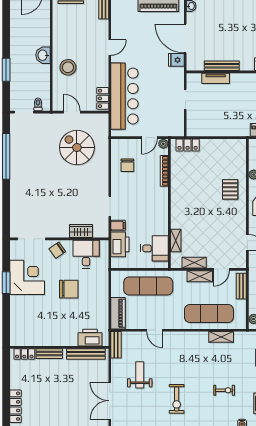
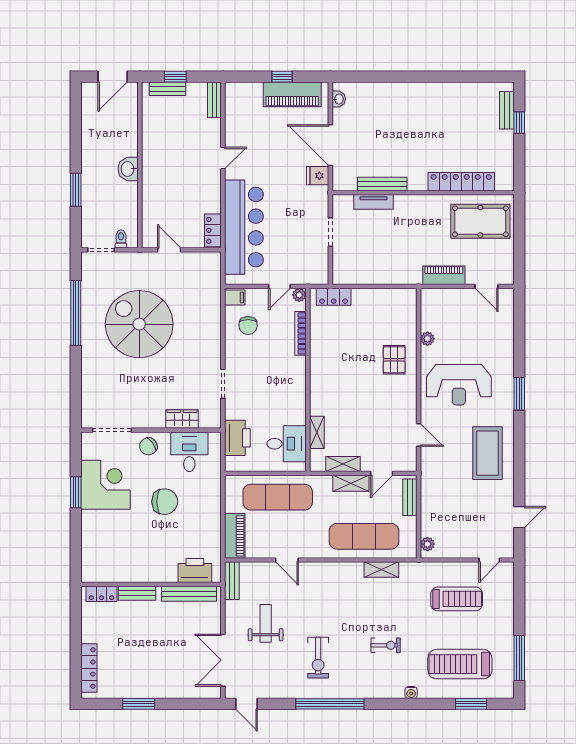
stool: (68, 67) -> (164, 186), removed
spiral stairs: (77, 148) -> (139, 324), moved, width x1.37, depth x1.37
filing cabinet: (118, 226) -> (235, 297), moved

